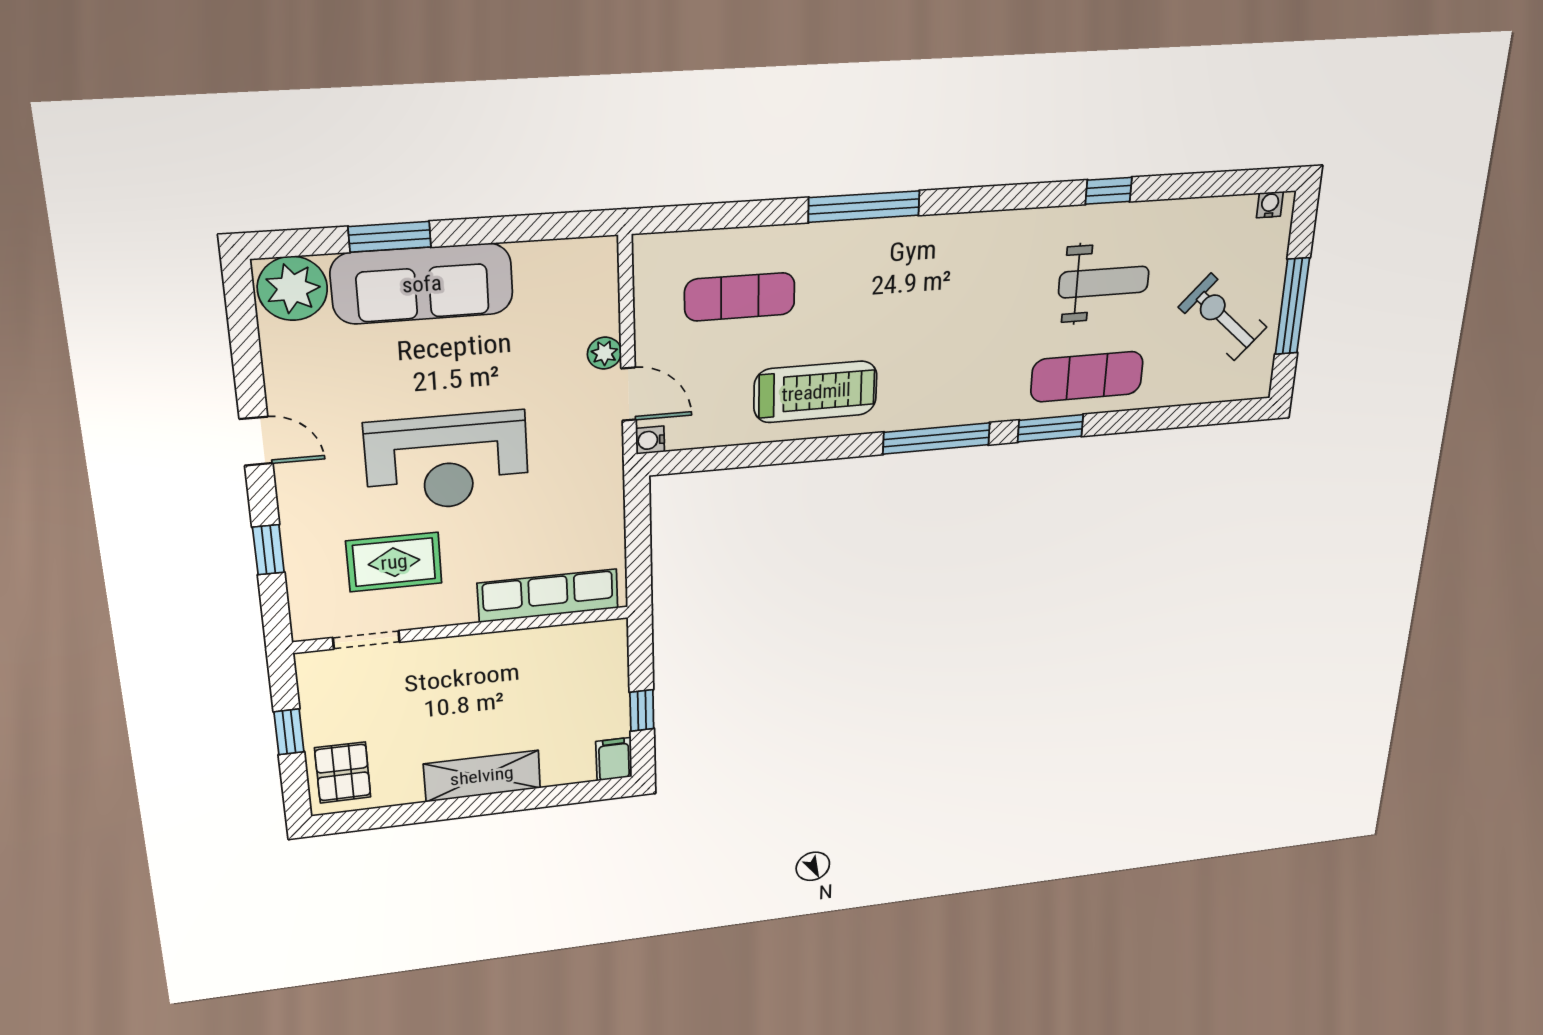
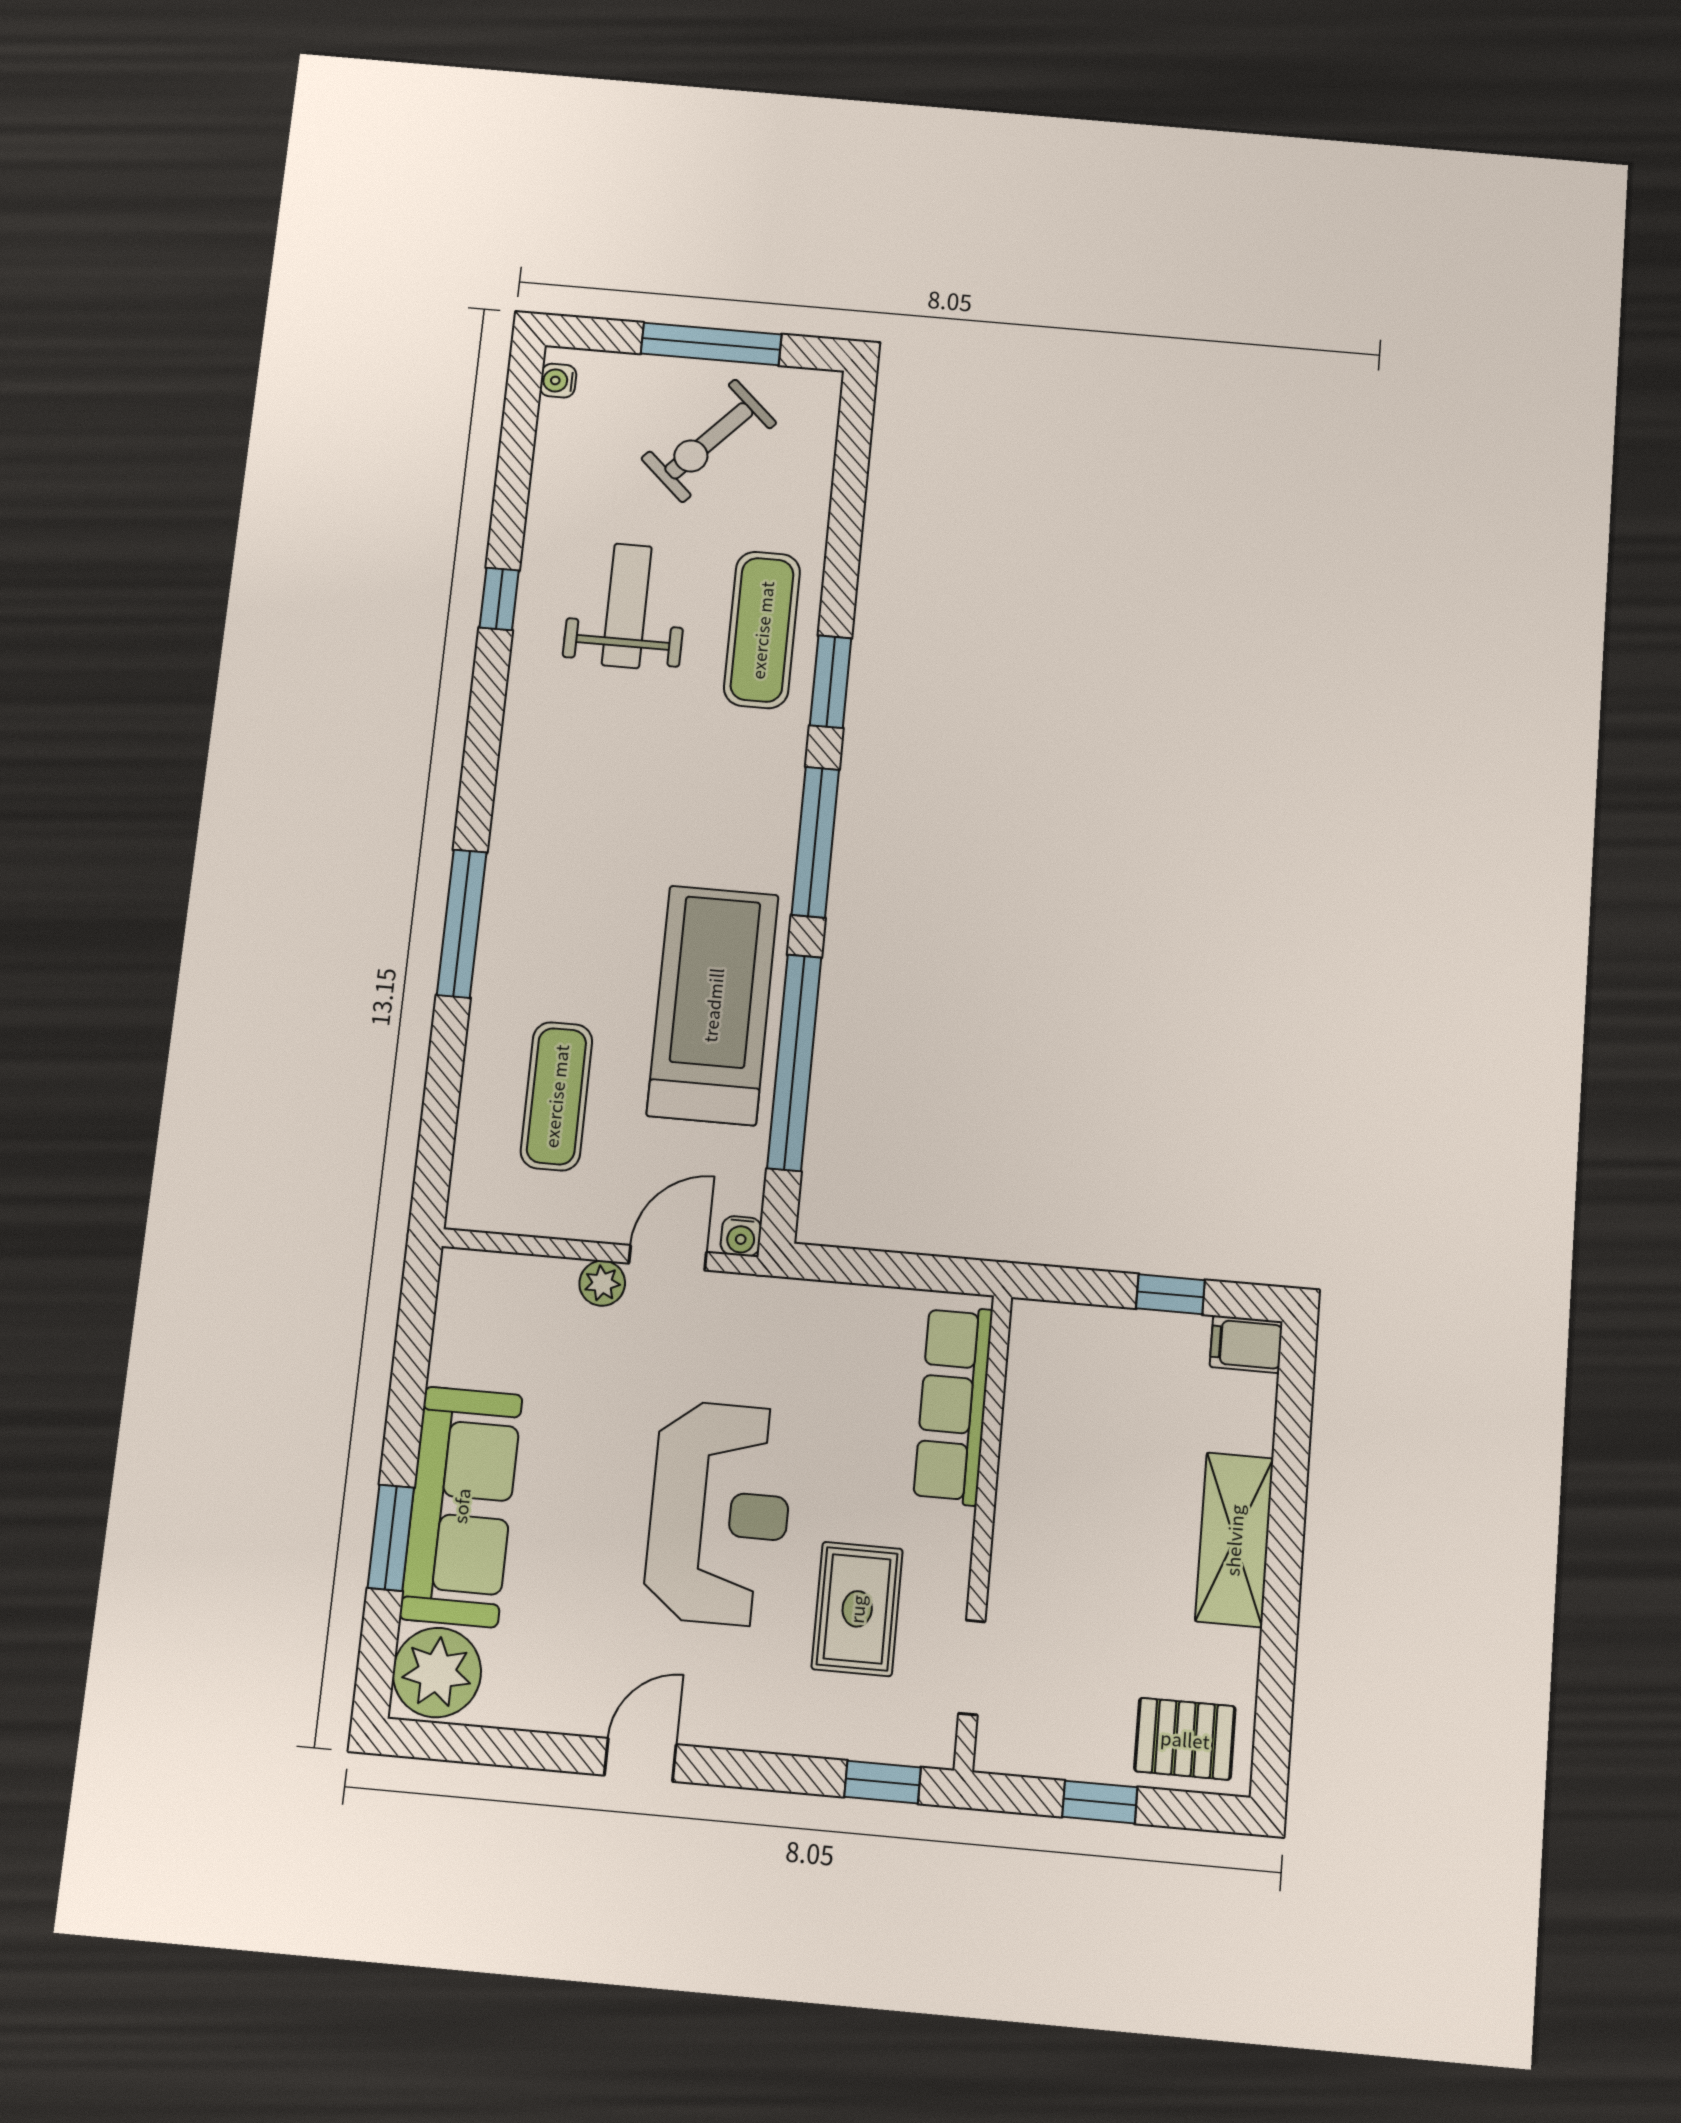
treadmill: (816, 392) -> (713, 1005), width x1.37, depth x1.38
window: (779, 453) -> (794, 1062), added
window: (268, 550) -> (883, 1782), moved

